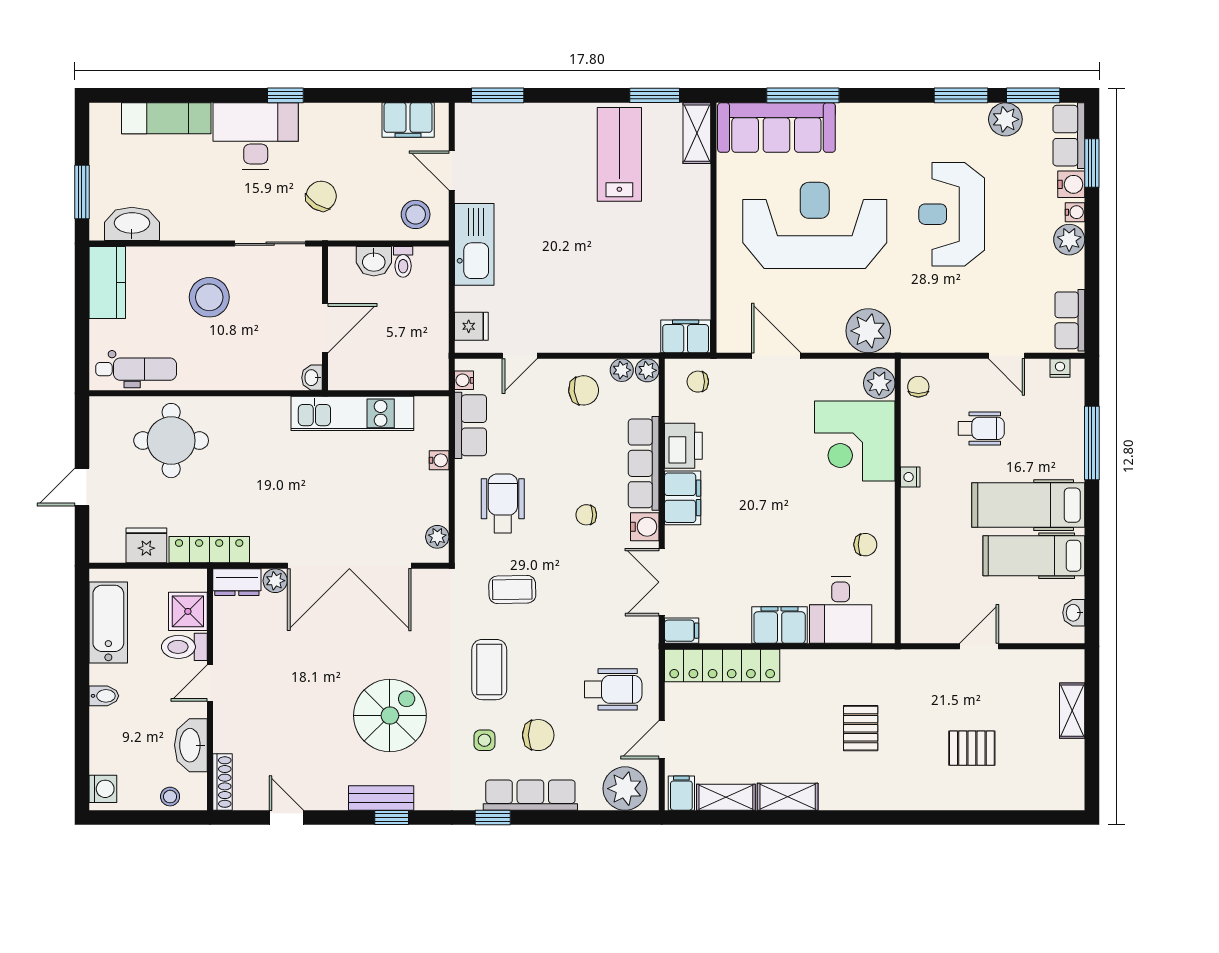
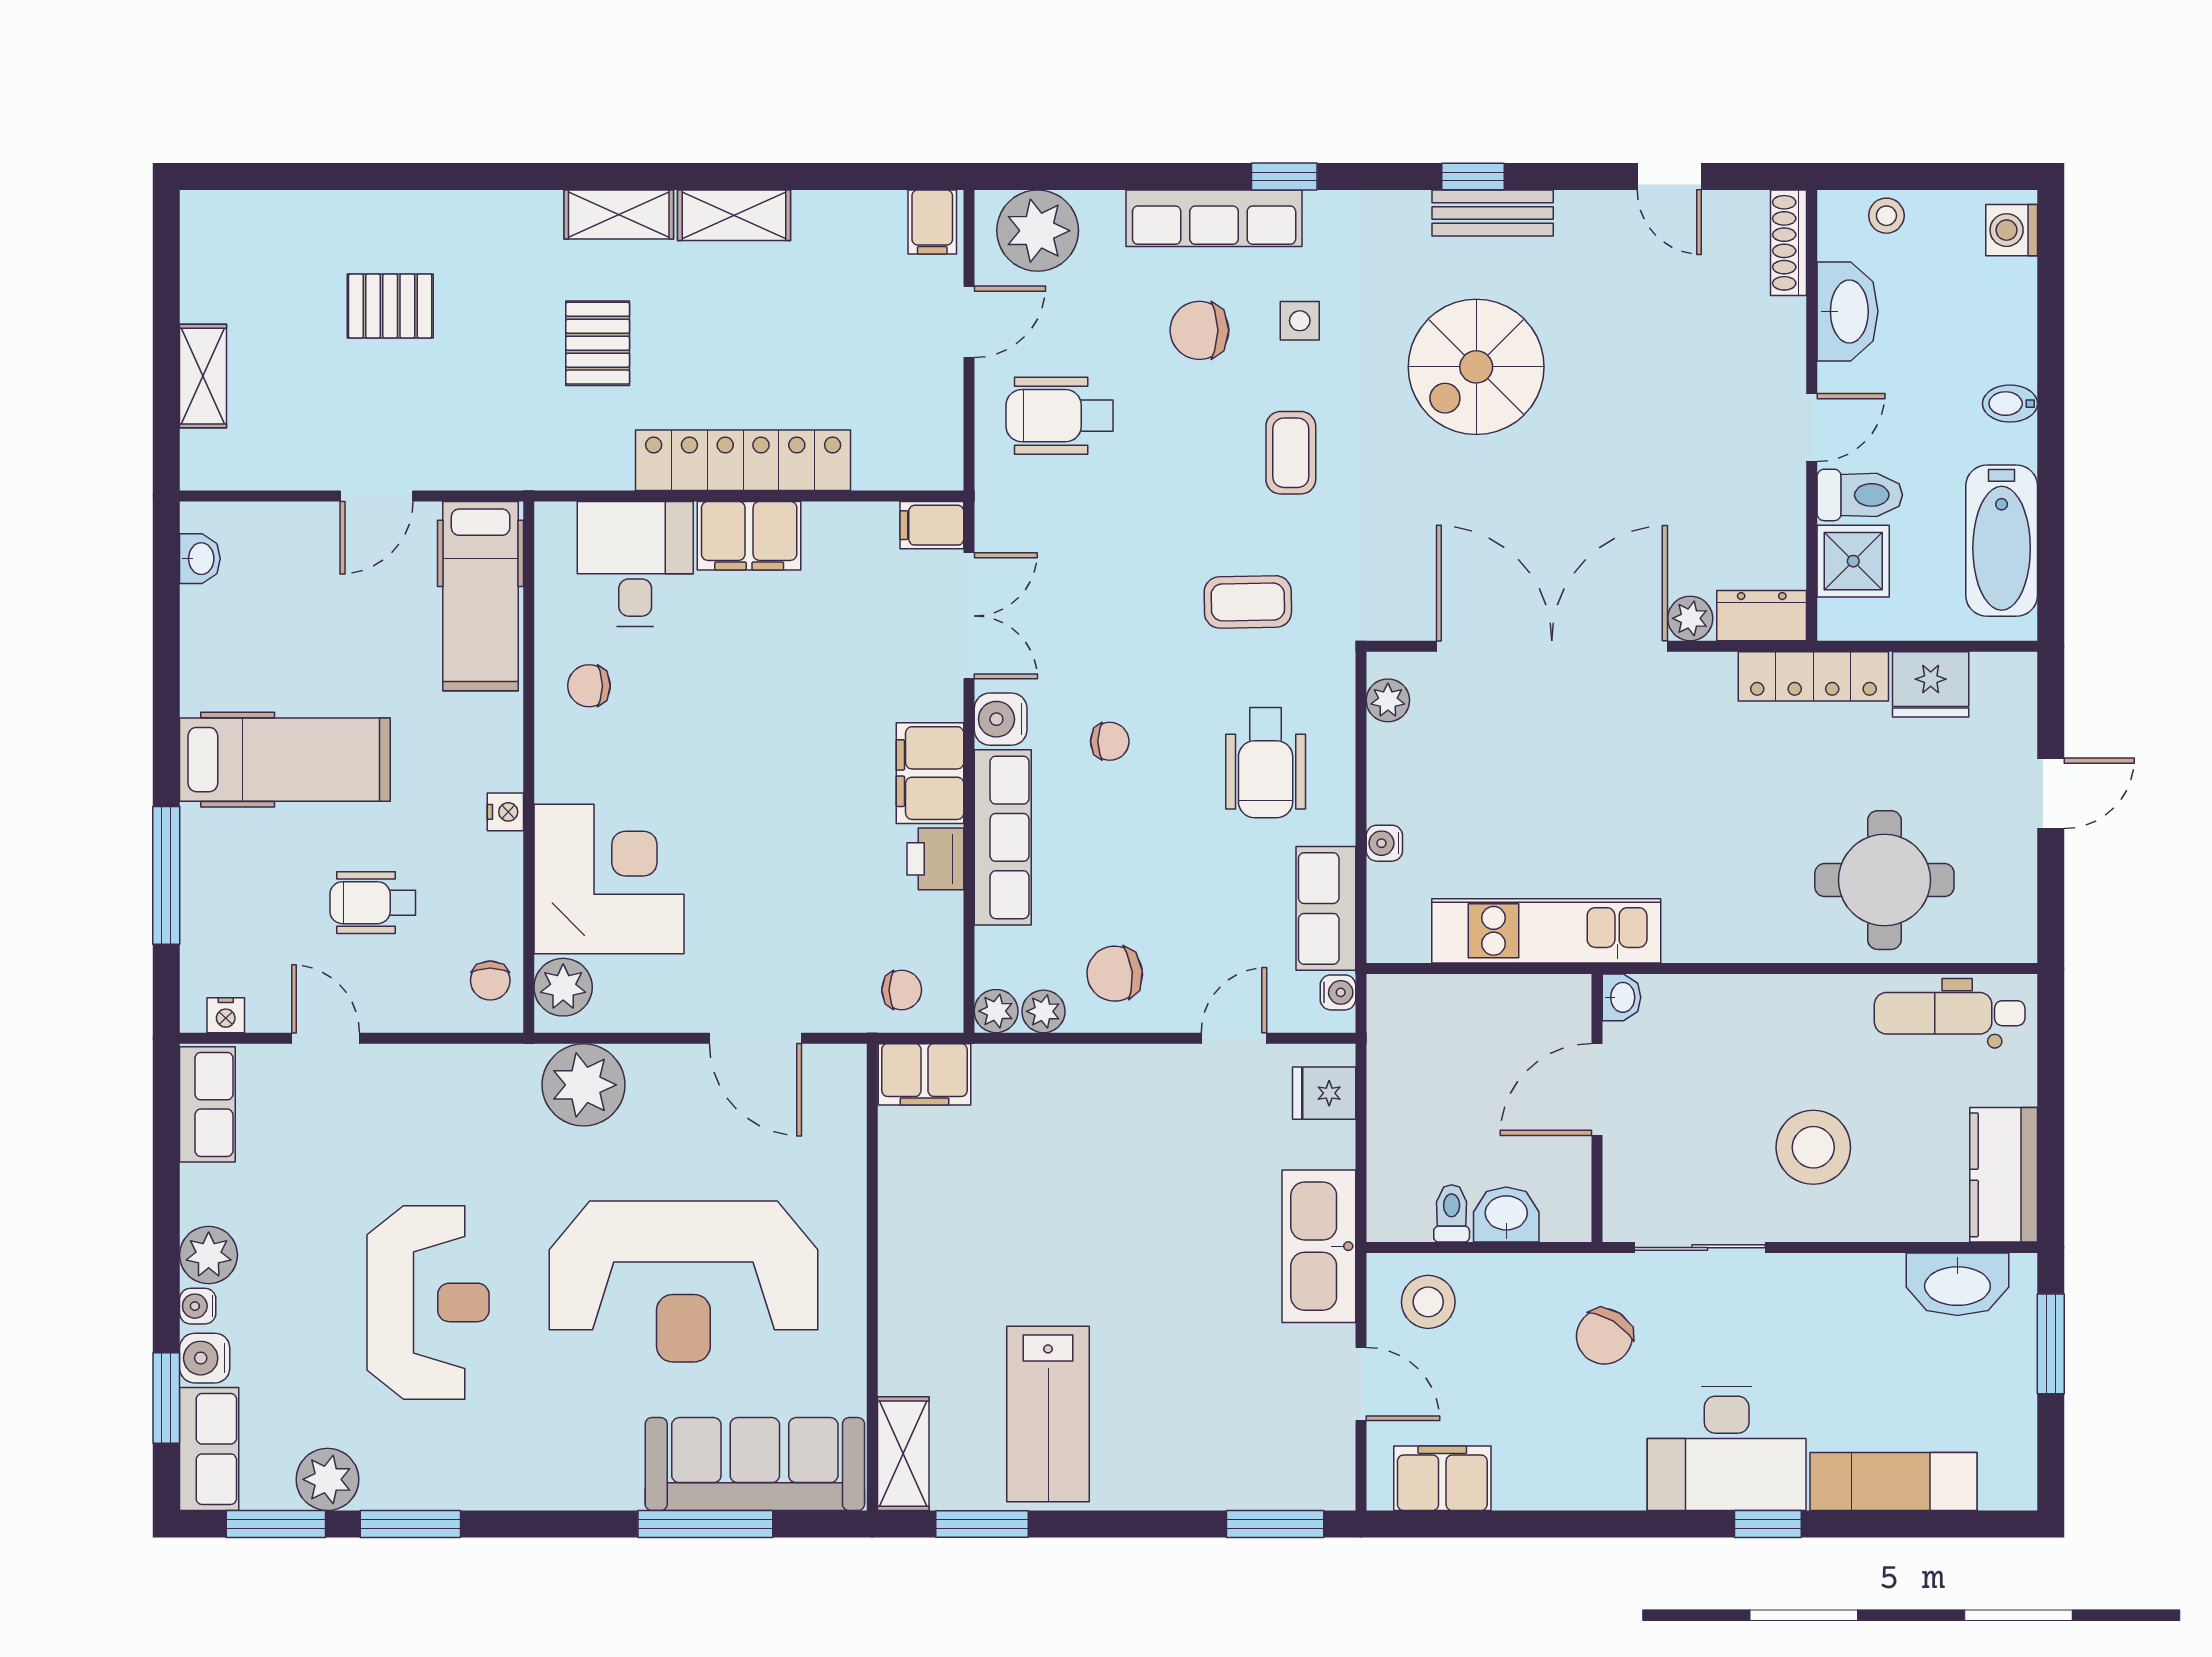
window: (285, 95) -> (1768, 1524), moved
printer: (683, 446) -> (935, 859), width x0.73, depth x0.81
hospital bed: (1034, 556) -> (481, 596), moved, turned 90
locker: (722, 666) -> (743, 460), moved
coffee table: (489, 670) -> (1291, 453), width x0.73, depth x0.77
shelving: (726, 797) -> (619, 214), moved

